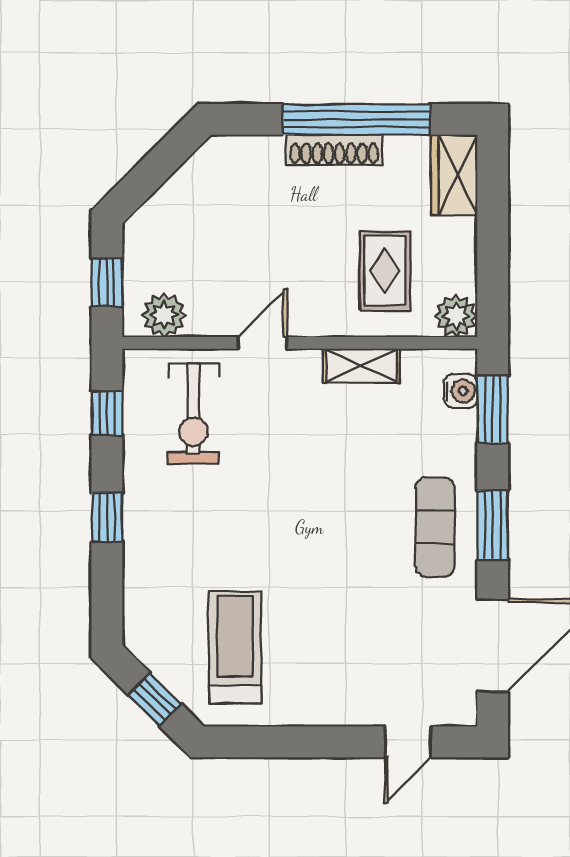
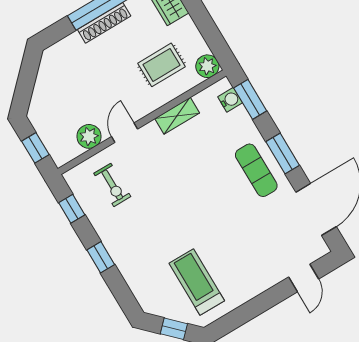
rug: (385, 271) -> (161, 65), turned 90
plant: (164, 315) -> (89, 136), moved
exercise bike: (194, 414) -> (112, 185), width x0.73, depth x0.72

